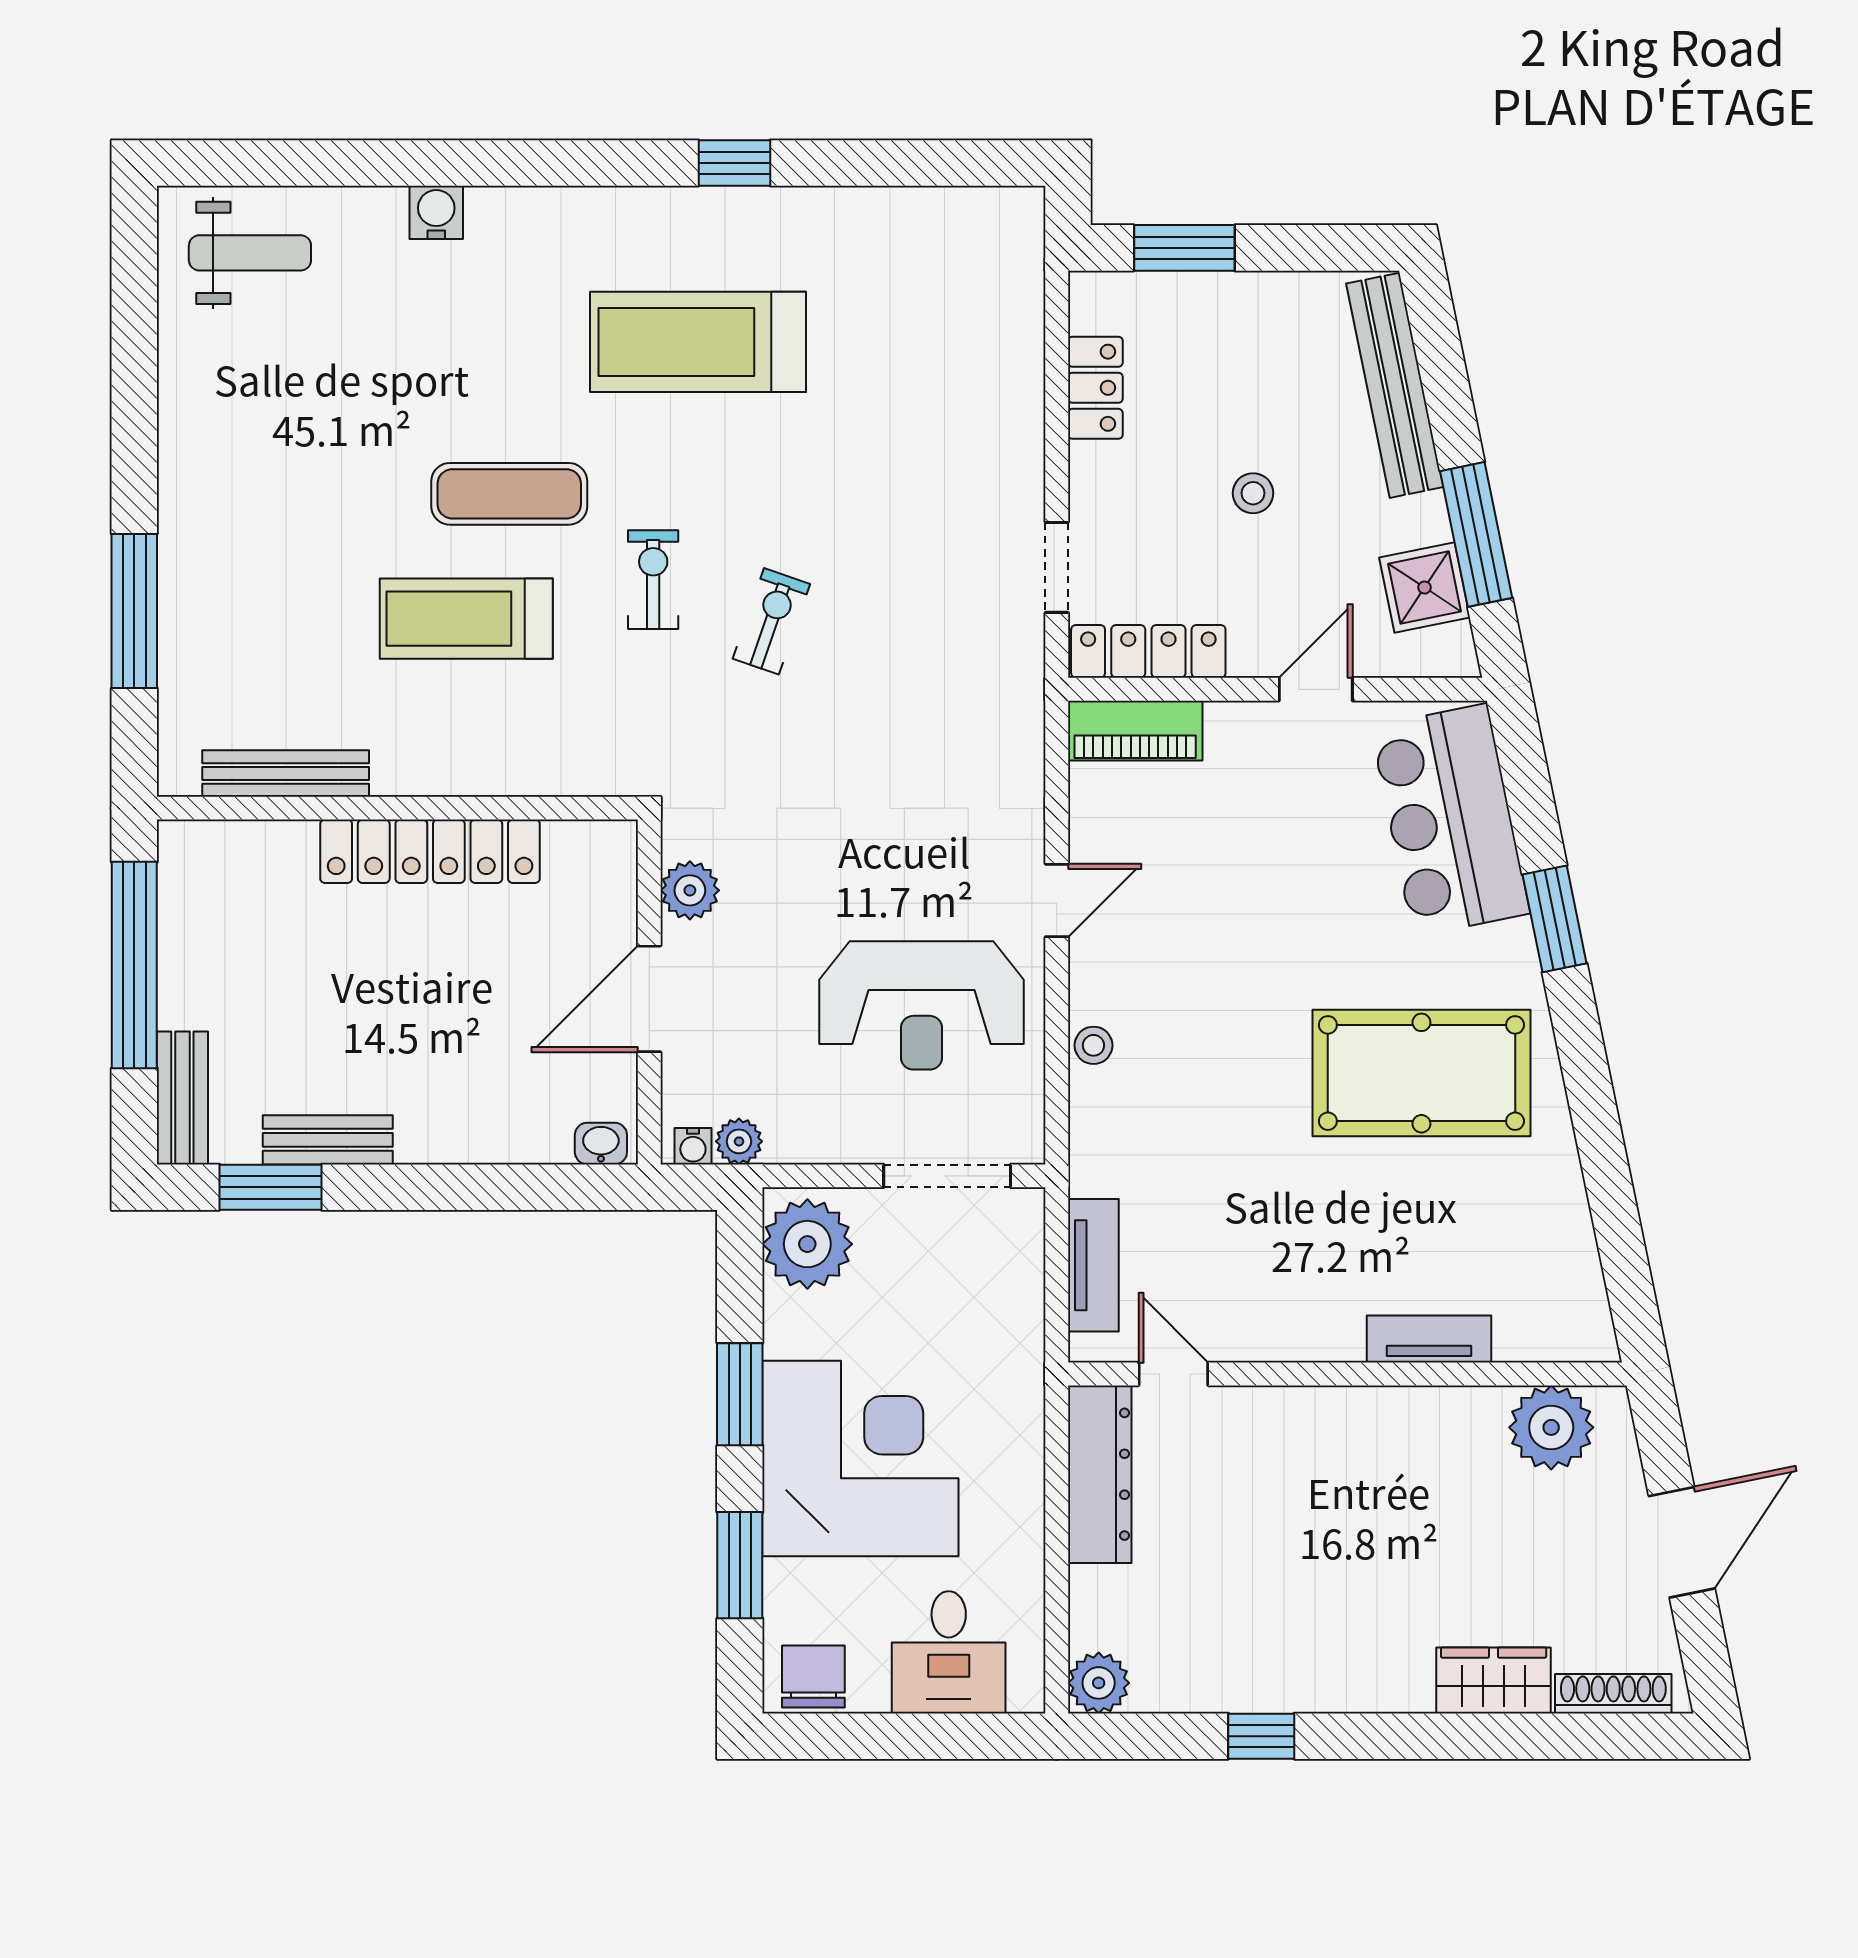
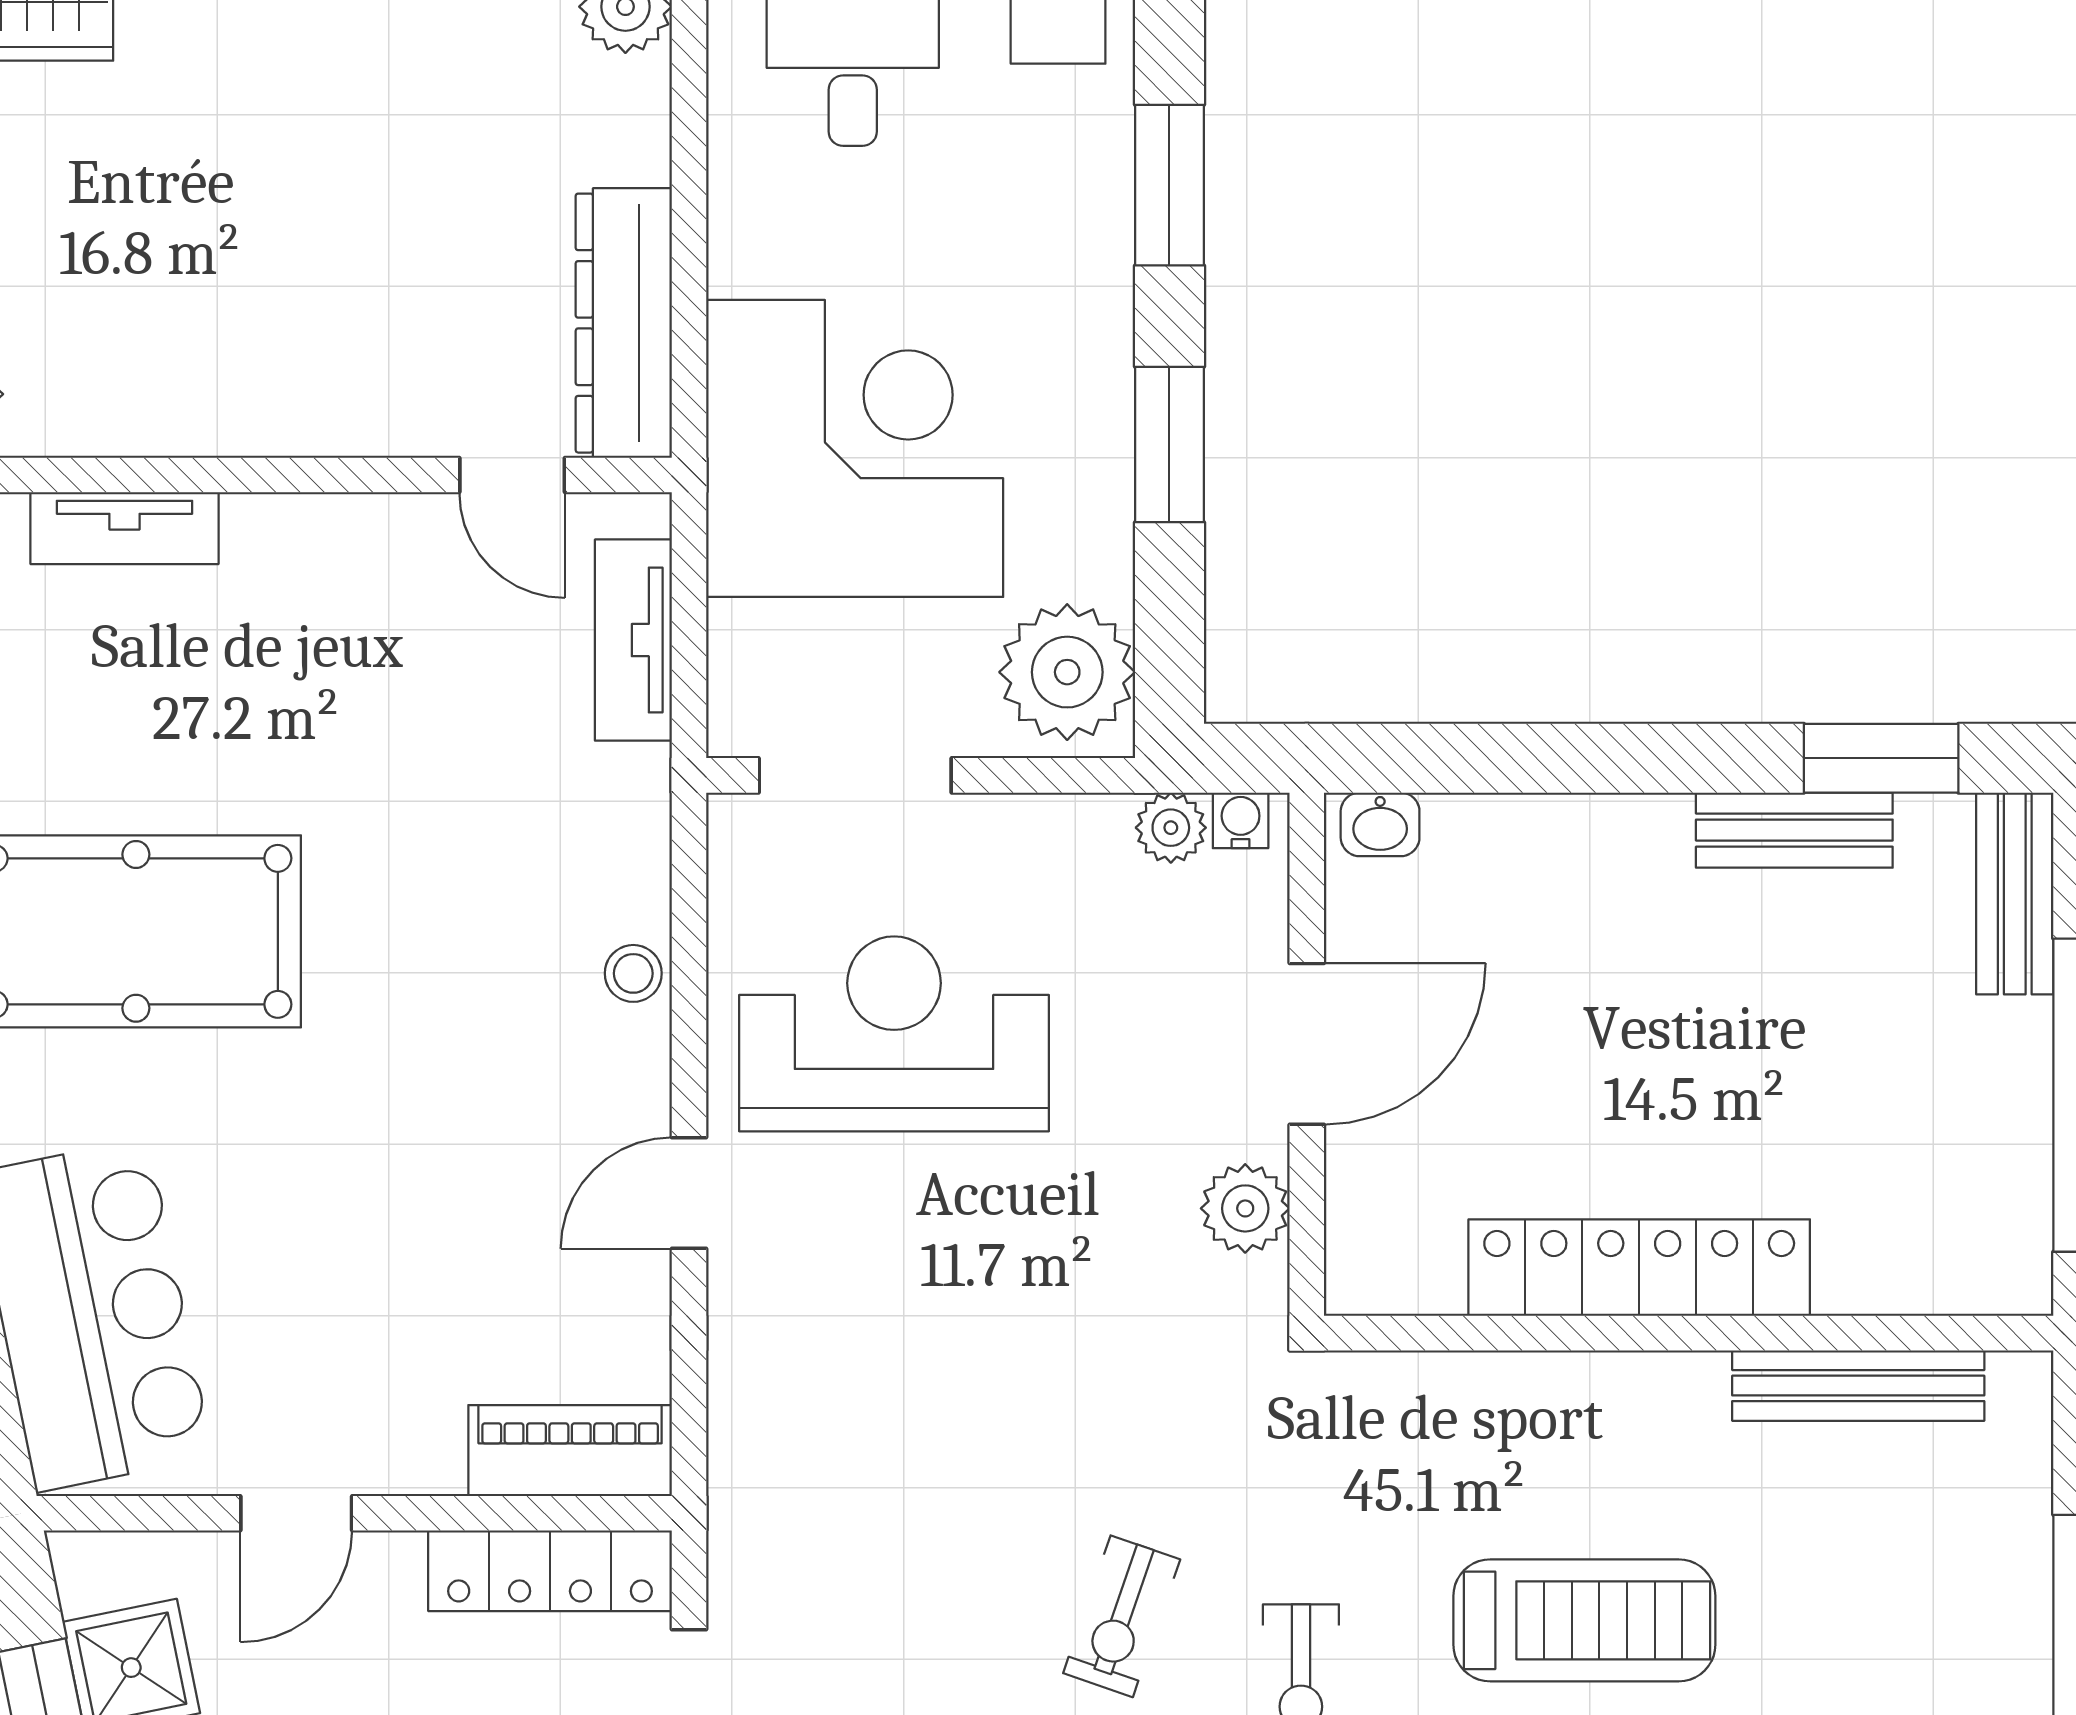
corner desk: (860, 1458) -> (855, 448), moved, turned 180

